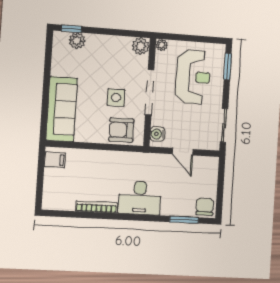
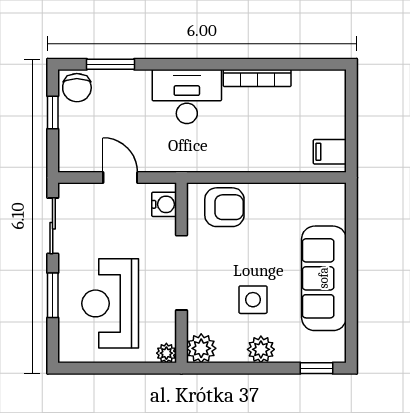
plant: (77, 41) -> (261, 349), moved
window: (228, 67) -> (53, 295), moved
side table: (116, 98) -> (253, 300), moved
sofa: (62, 109) -> (324, 278), moved
window: (220, 193) -> (53, 113), added

